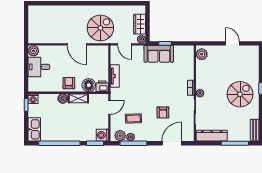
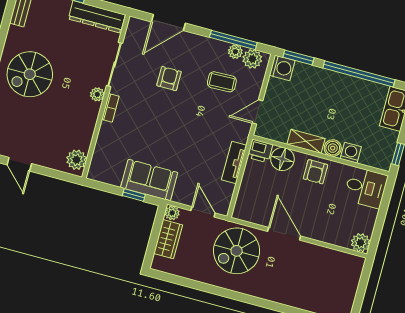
desk: (39, 67) -> (366, 188), moved
washing machine: (33, 99) -> (351, 153), moved

